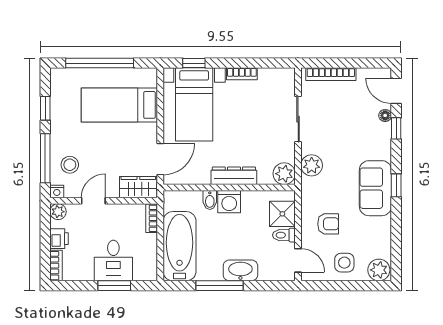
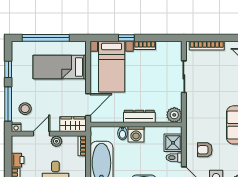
window: (194, 63) -> (126, 38), moved
plant: (312, 165) -> (193, 109), removed
plant: (58, 212) -> (56, 141), moved
armchair: (328, 224) -> (205, 150), turned 180

